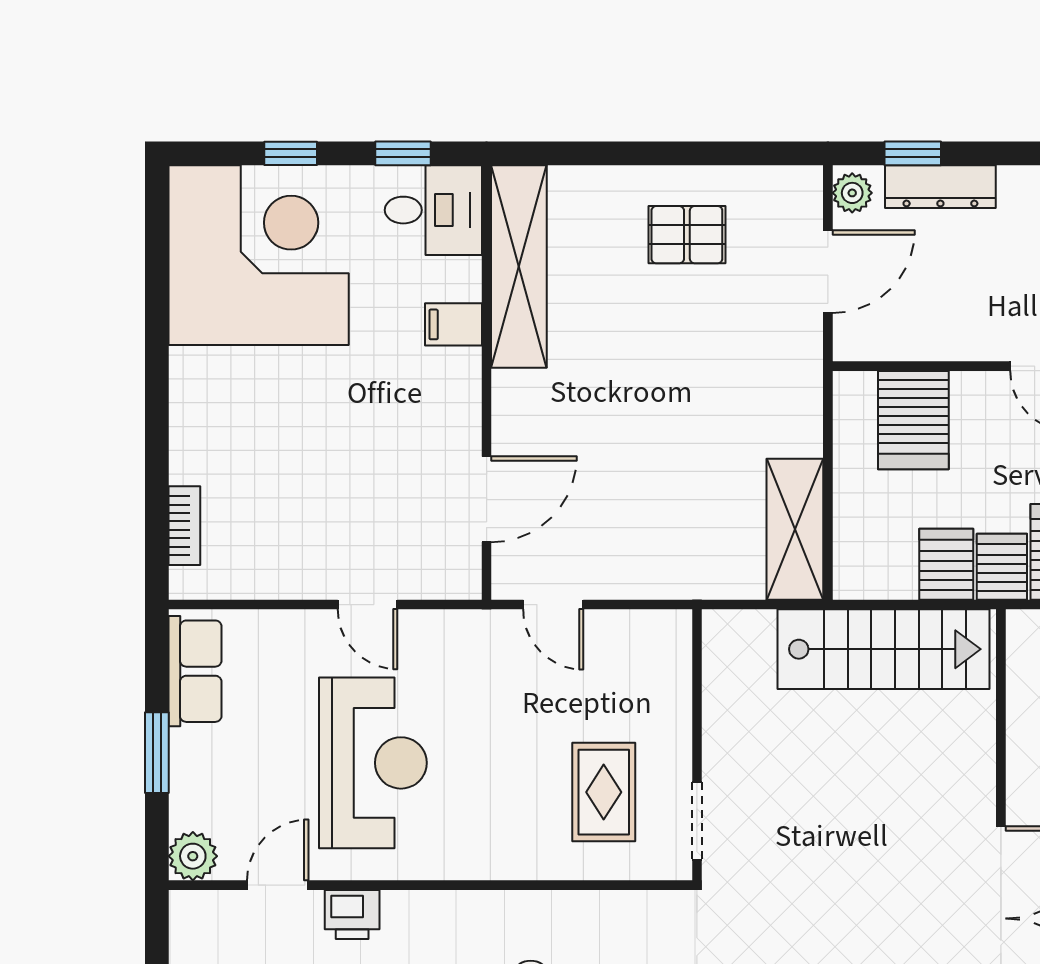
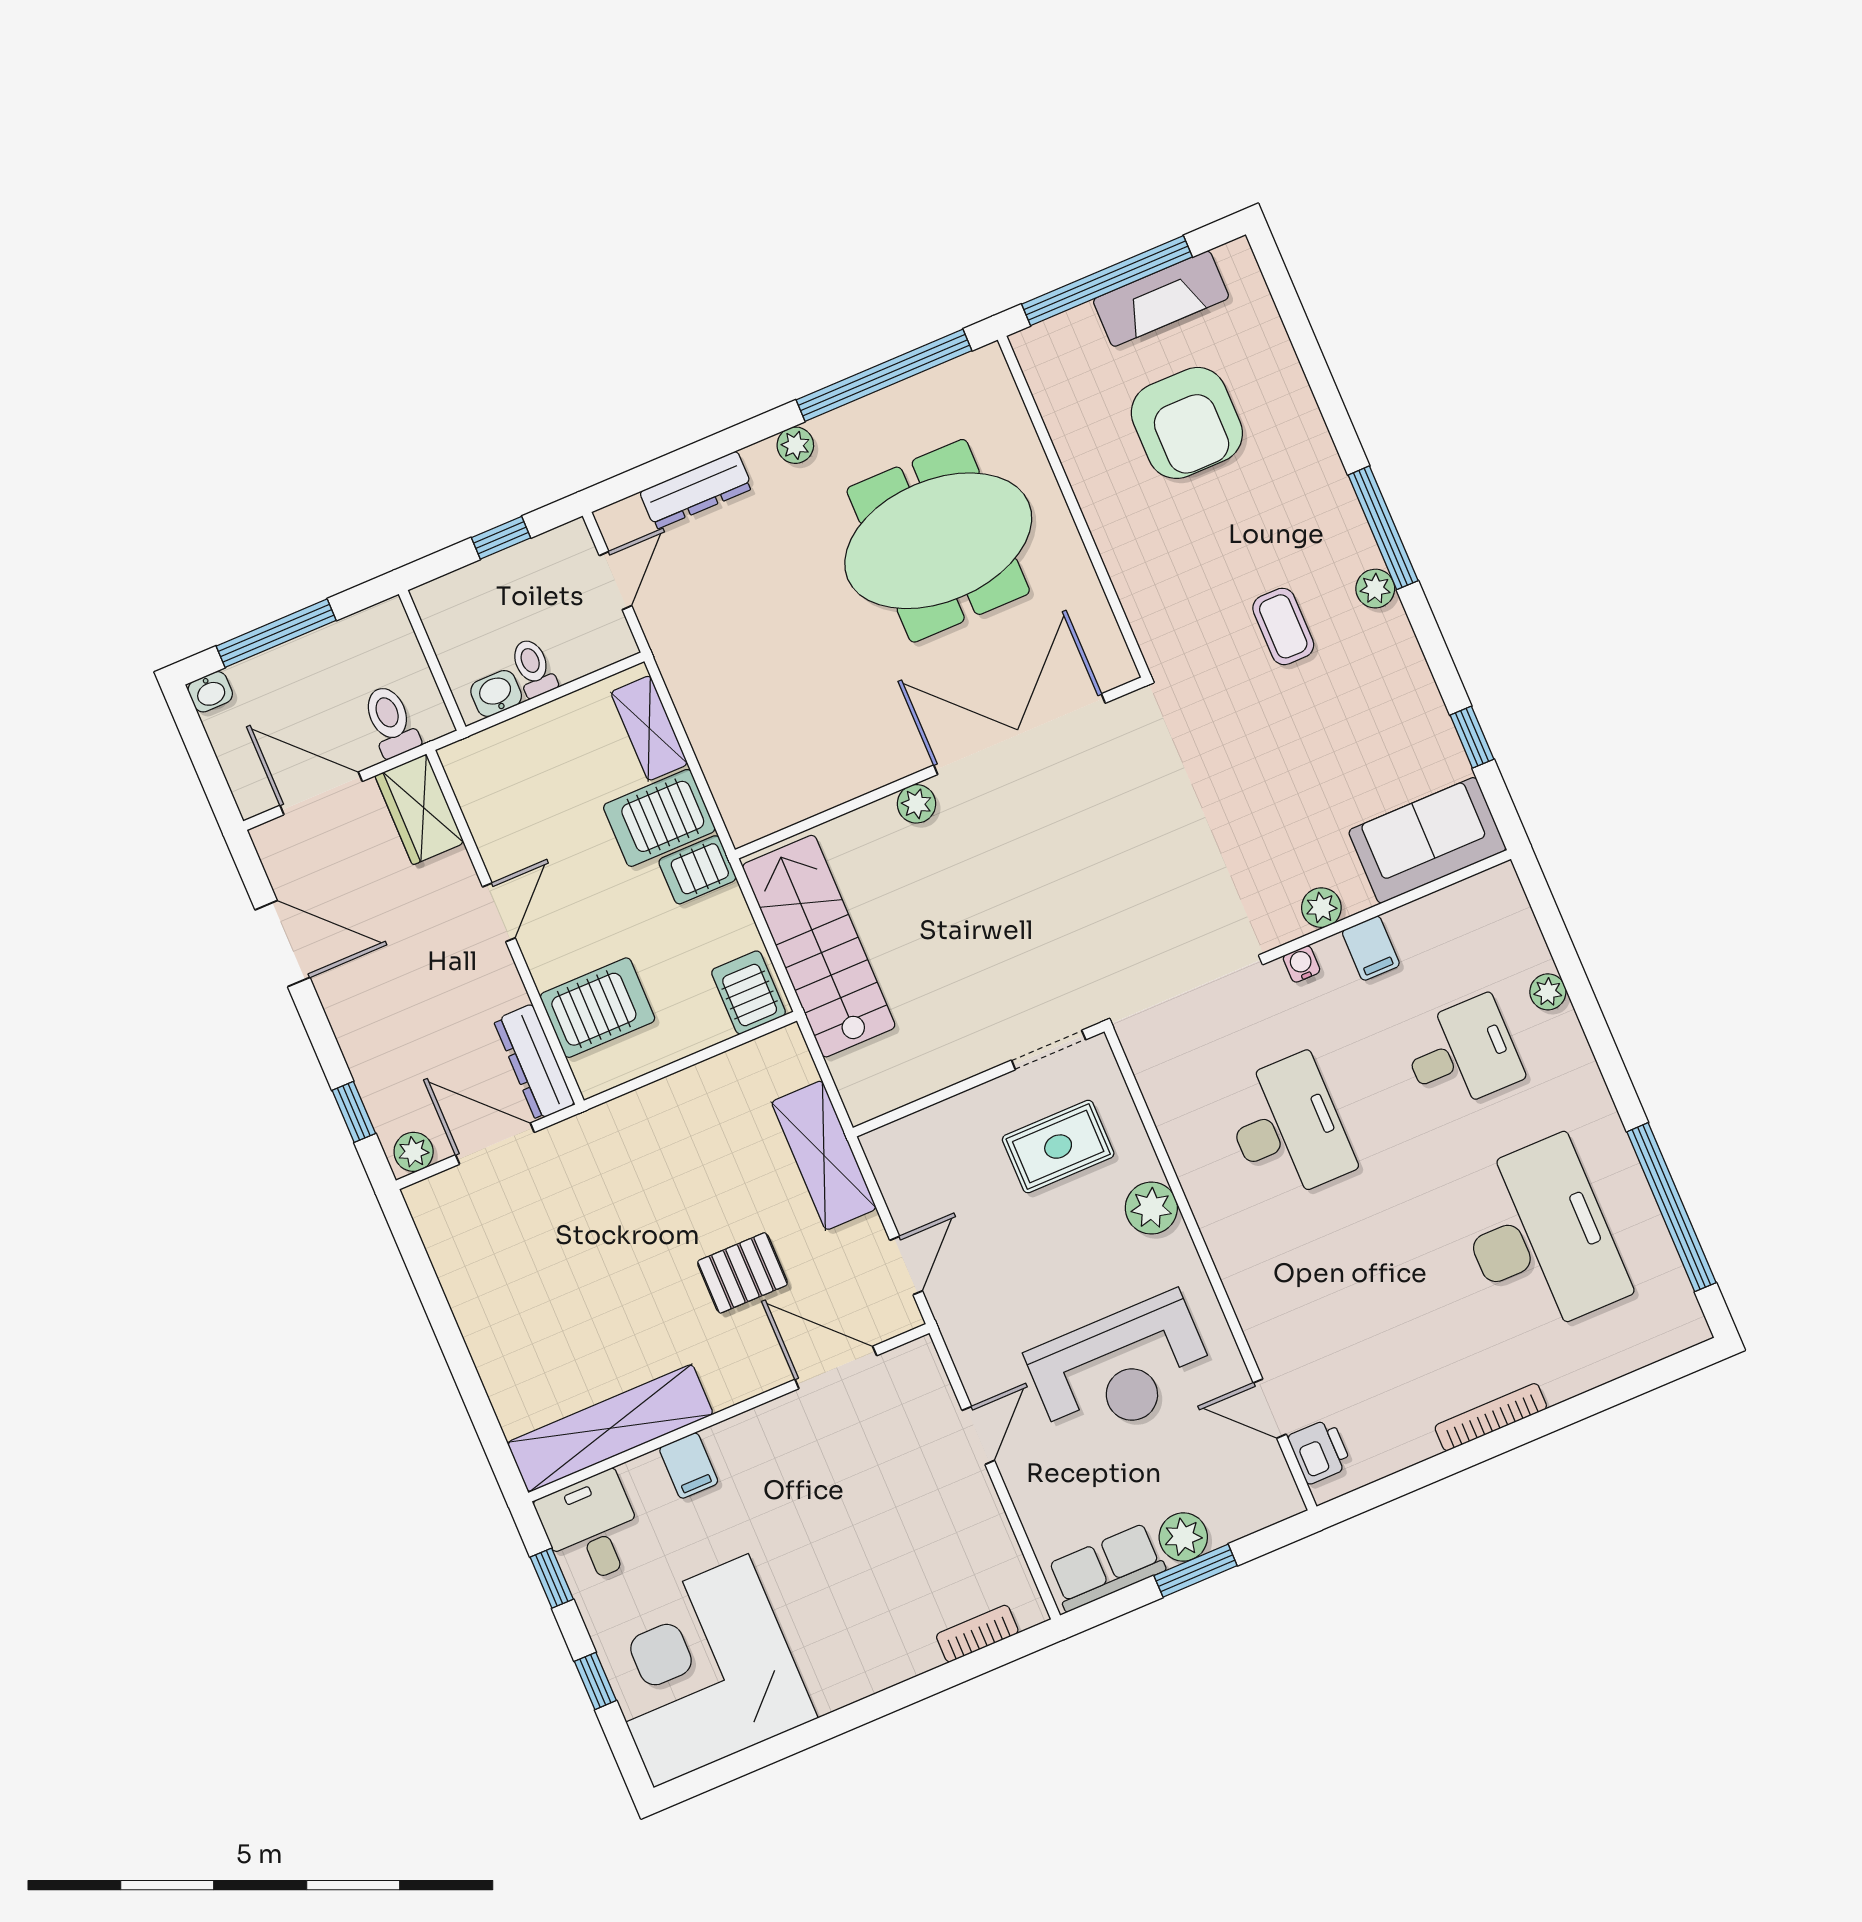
dresser: (940, 187) -> (534, 1062), moved, turned 180
pallet: (687, 235) -> (742, 1273), moved, turned 90
shelving: (795, 529) -> (824, 1155), moved, turned 90
server rack: (946, 564) -> (749, 992), moved, turned 90
reception desk: (373, 763) -> (1121, 1369), turned 180
plant: (977, 796) -> (916, 804), added
plant: (510, 854) -> (1151, 1208), added
plant: (193, 856) -> (1183, 1537), moved
printer: (352, 914) -> (1320, 1451), moved

